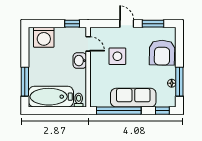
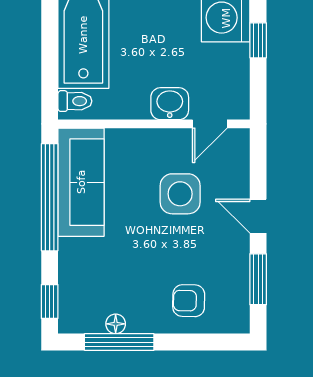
window: (72, 24) -> (258, 40), moved
door: (127, 24) -> (258, 216), swing flipped
armchair: (162, 53) -> (189, 301), width x0.53, depth x0.53
sofa: (133, 98) -> (81, 182), moved

